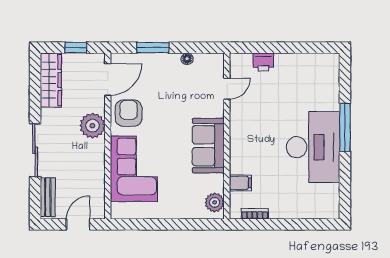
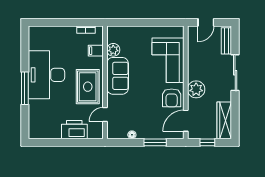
printer: (263, 62) -> (74, 130), width x1.87, depth x1.48
rug: (252, 130) -> (88, 87), added
plant: (215, 202) -> (113, 50), moved

